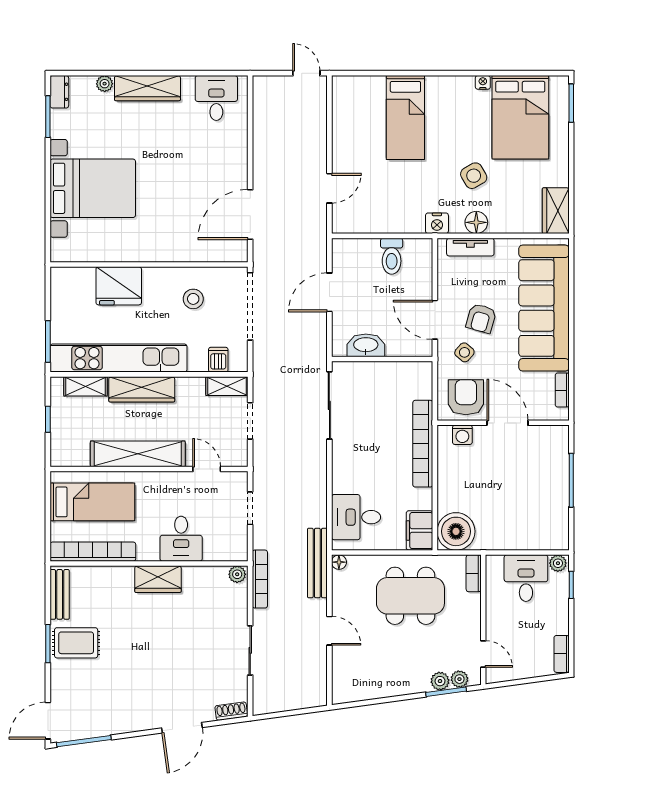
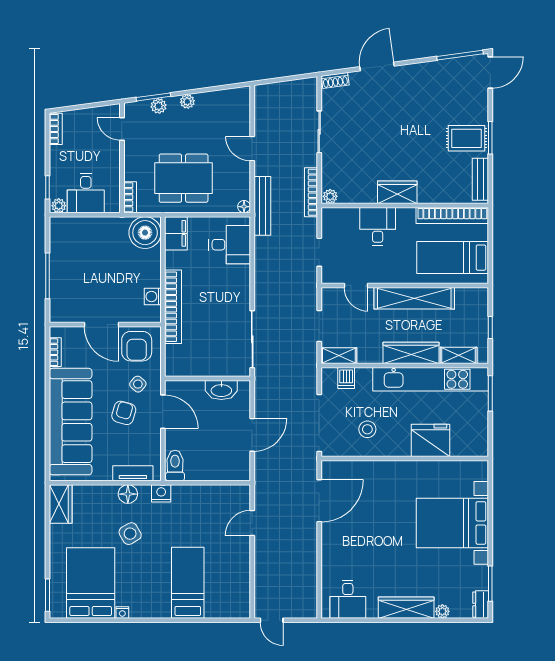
toilet: (392, 256) -> (175, 465), moved
washing machine: (462, 435) -> (153, 296), moved, turned -90
plant: (459, 679) -> (187, 102), moved

